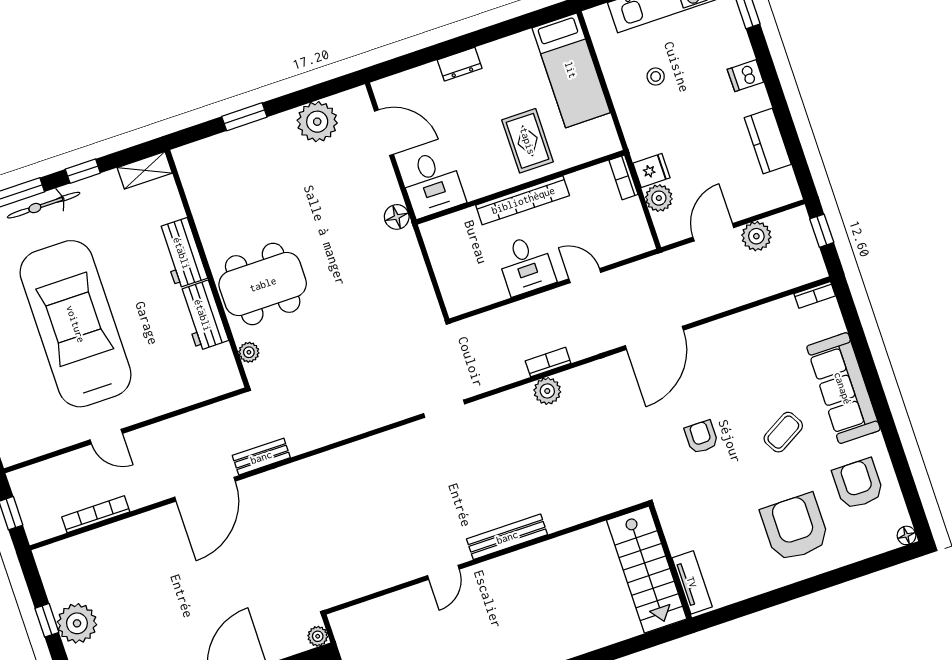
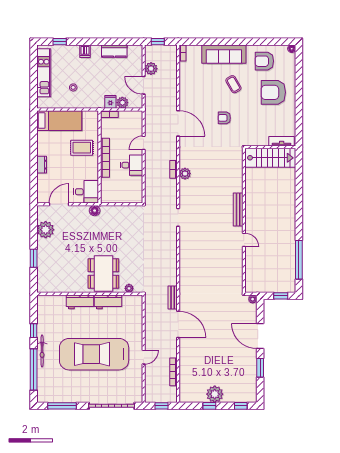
shelving: (145, 170) -> (42, 306), removed

